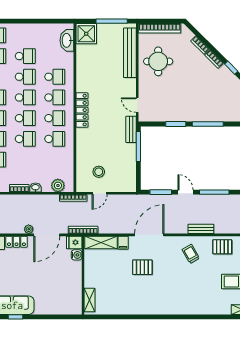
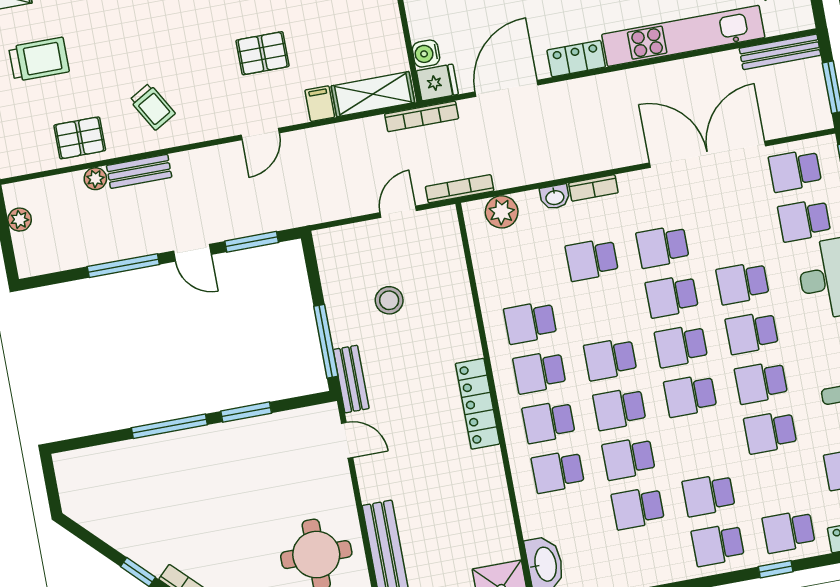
school desk: (25, 139) -> (592, 260), moved
stool: (99, 172) -> (389, 300), moved
plant: (29, 229) -> (95, 179), moved
door: (149, 235) -> (260, 134), width x0.53

